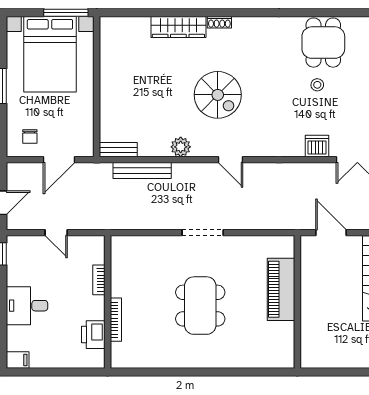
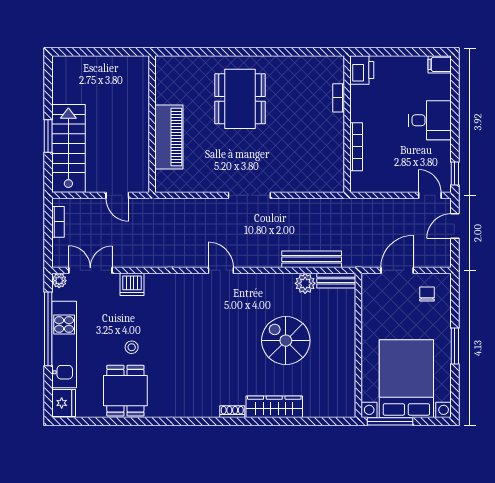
spiral stairs: (218, 95) -> (286, 341), moved
plant: (181, 147) -> (305, 283), moved
door: (56, 233) -> (430, 195), moved
door: (331, 233) -> (117, 195), width x0.73
bookcase: (99, 280) -> (356, 147), width x1.56
dining table: (200, 306) -> (240, 99), moved
bookcase: (116, 320) -> (339, 98), width x0.64
printer: (93, 335) -> (362, 70), moved

